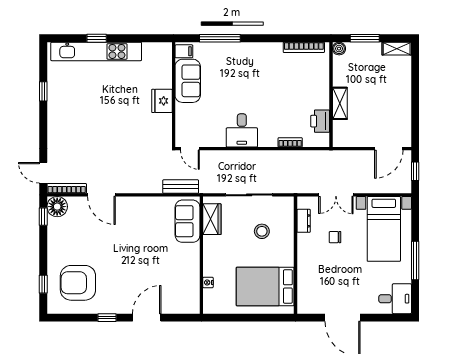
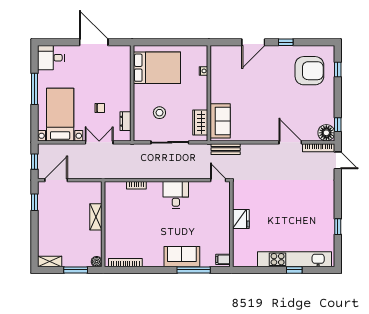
sofa: (188, 81) -> (182, 257), moved, turned 90
printer: (320, 121) -> (112, 202), removed
window: (415, 121) -> (35, 202), added

